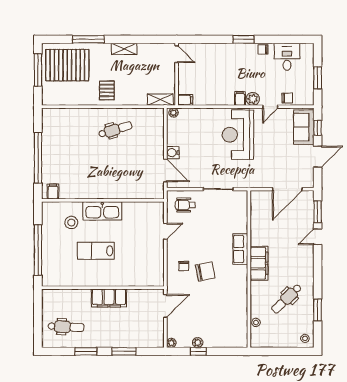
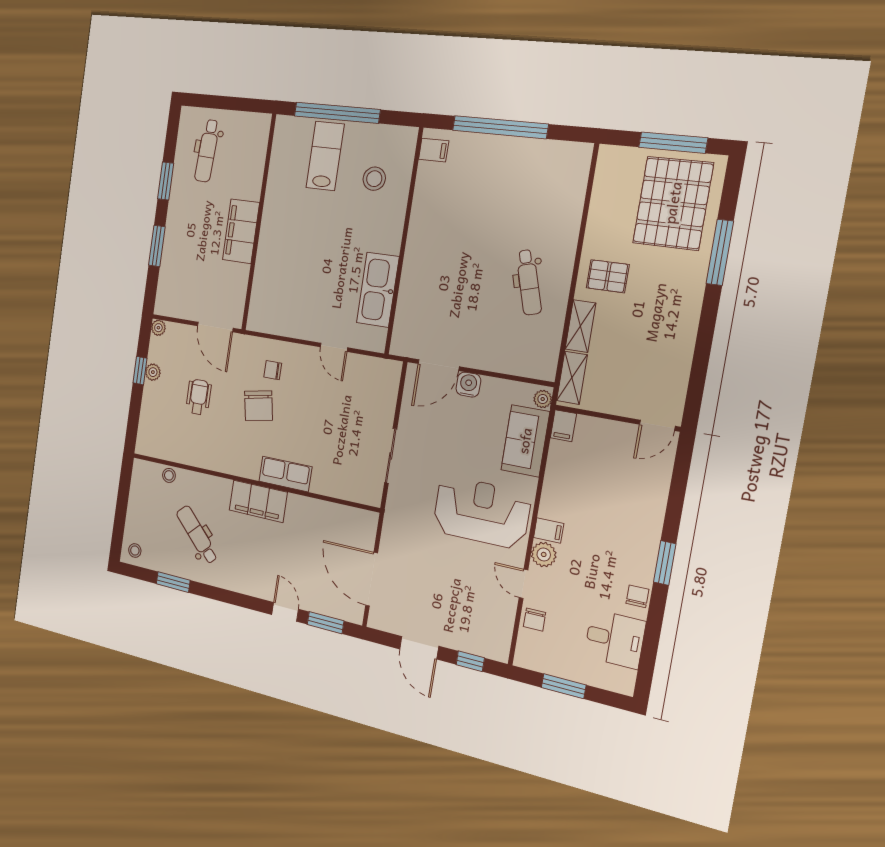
shelving: (124, 49) -> (580, 326), moved
sofa: (304, 127) -> (525, 441), moved, turned -90
wheelchair: (185, 205) -> (199, 397), moved
kitchen sink: (102, 211) -> (378, 290), moved
lab bench: (96, 251) -> (325, 156), moved

